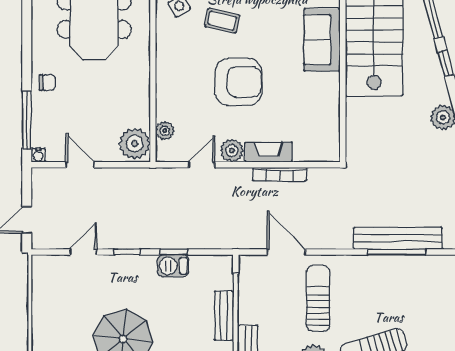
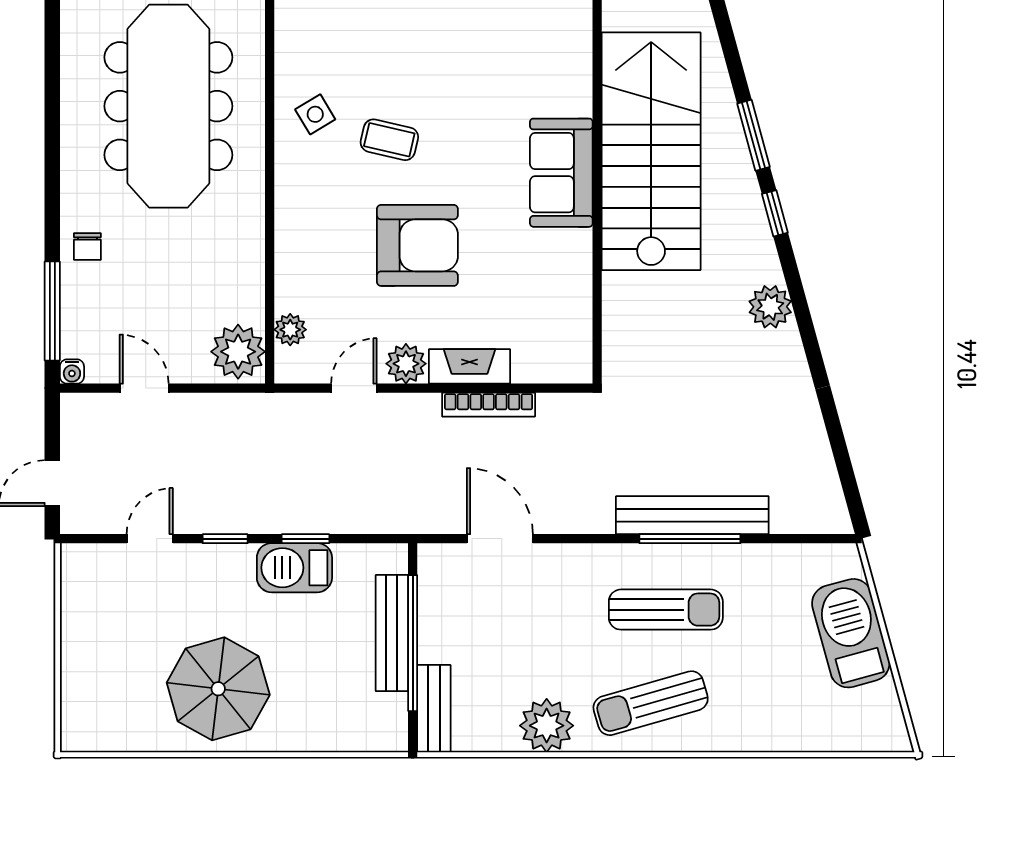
chair: (47, 83) -> (87, 247), turned 90
barbecue: (173, 266) -> (294, 568), width x1.38, depth x1.27
sun lounger: (318, 298) -> (666, 610), moved, turned 90
bench: (224, 316) -> (392, 633), width x1.36

